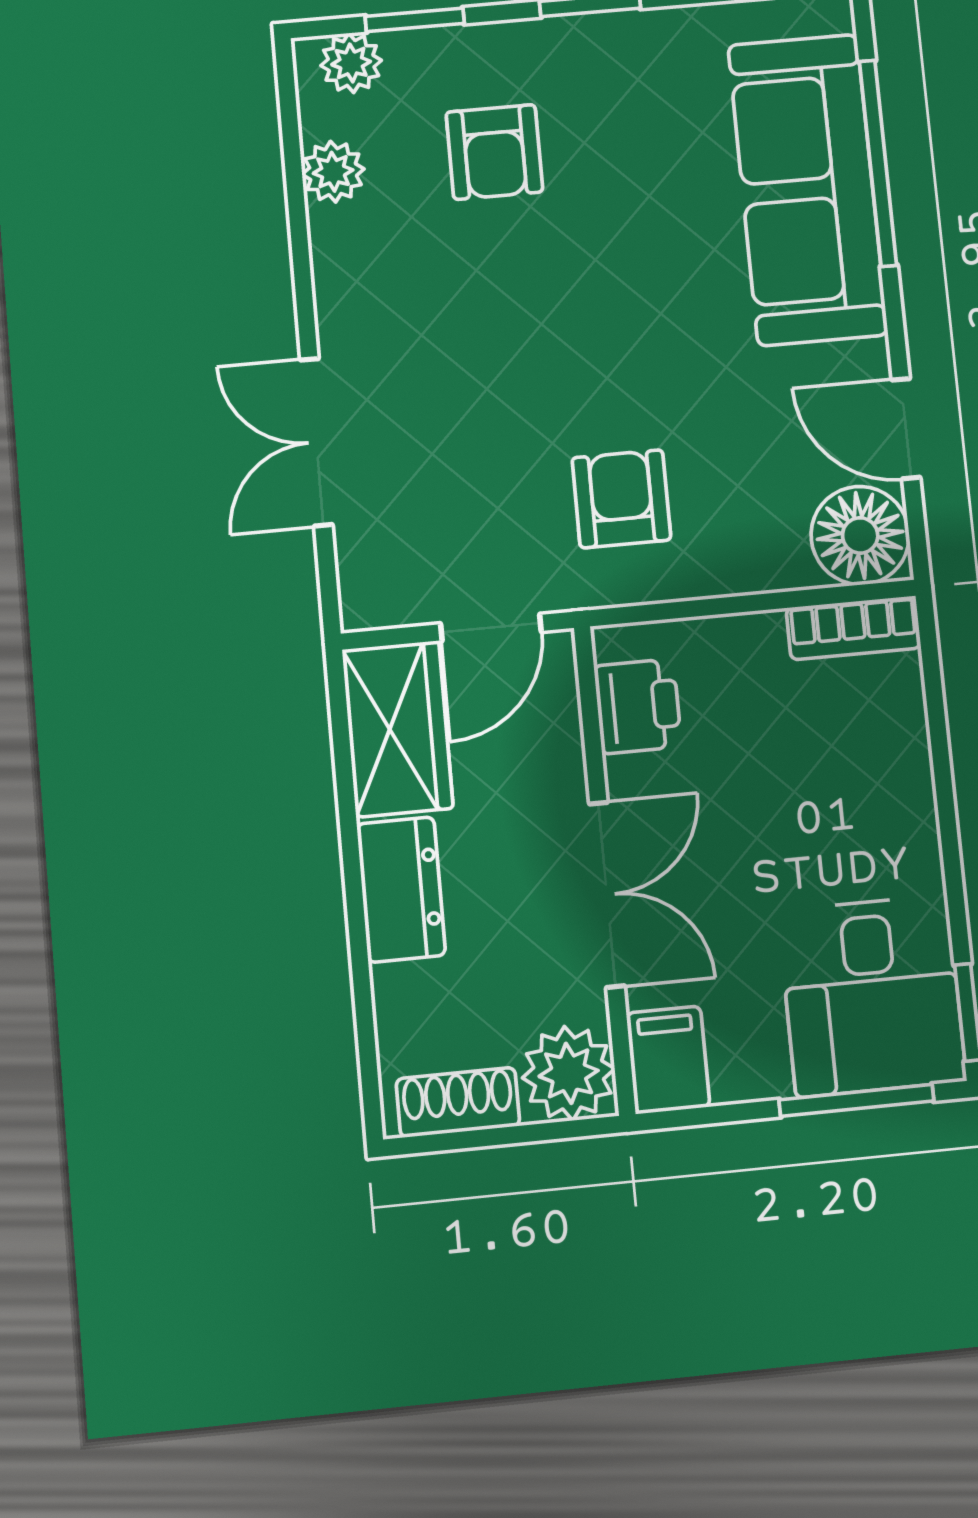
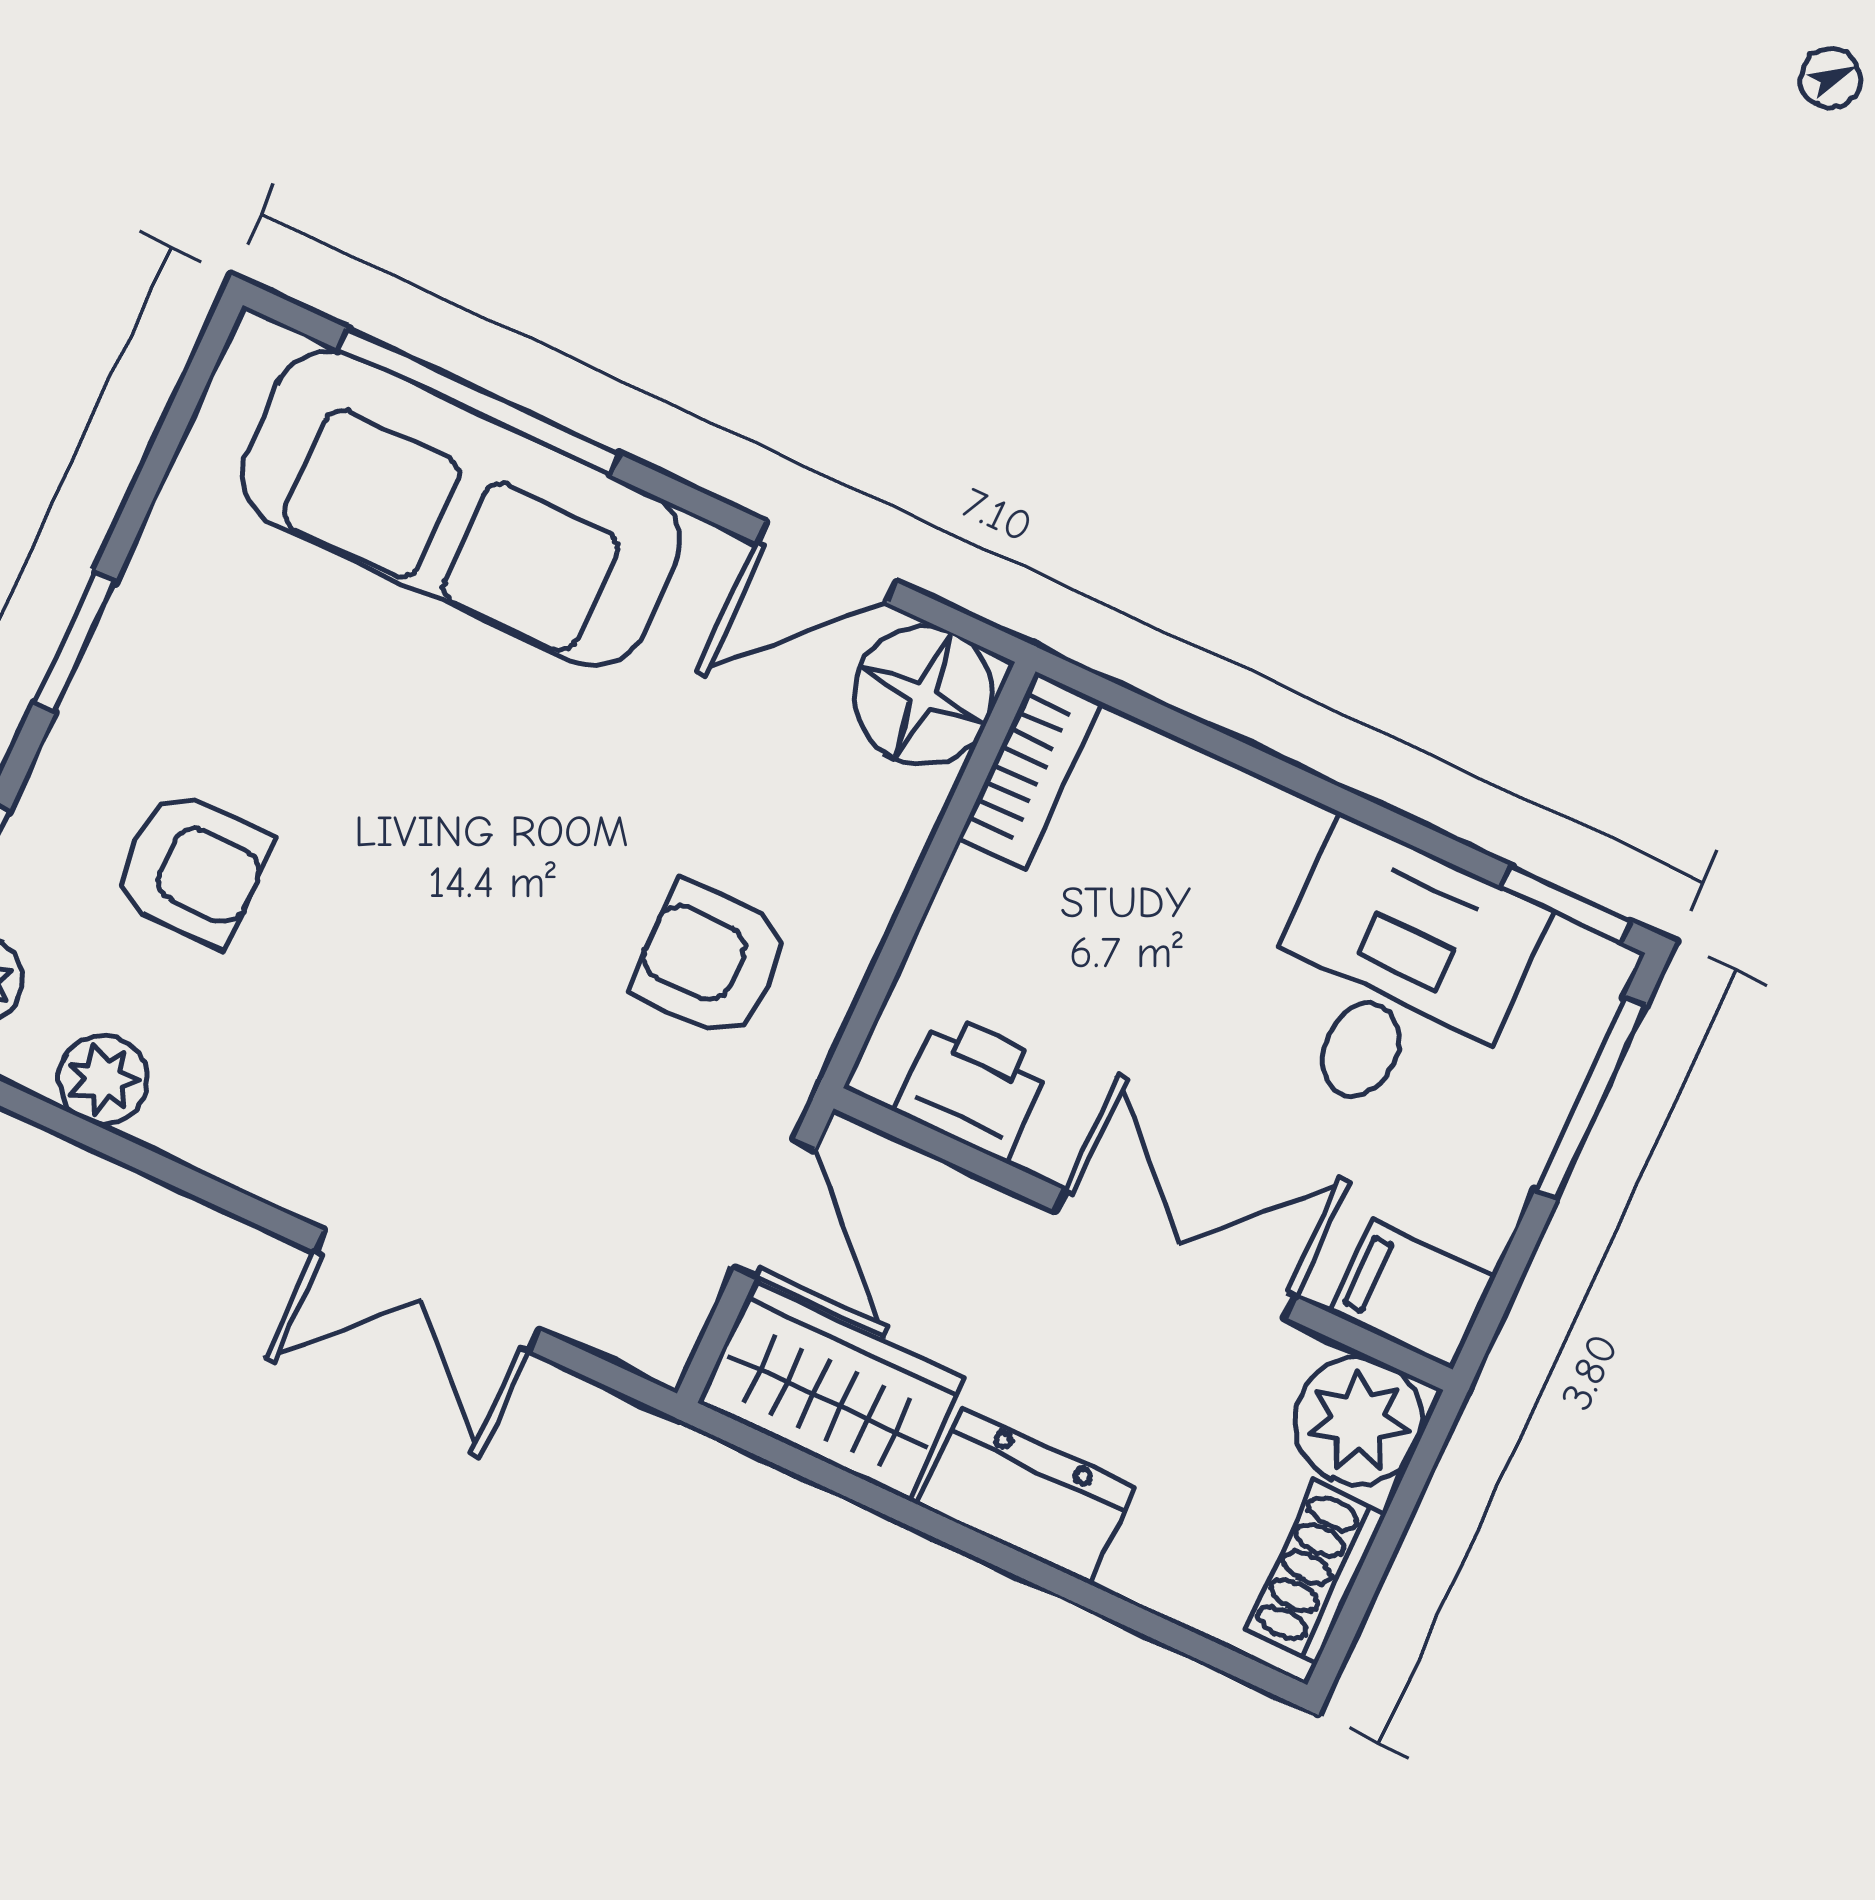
desk: (872, 996) -> (1394, 978), moved, turned -90

